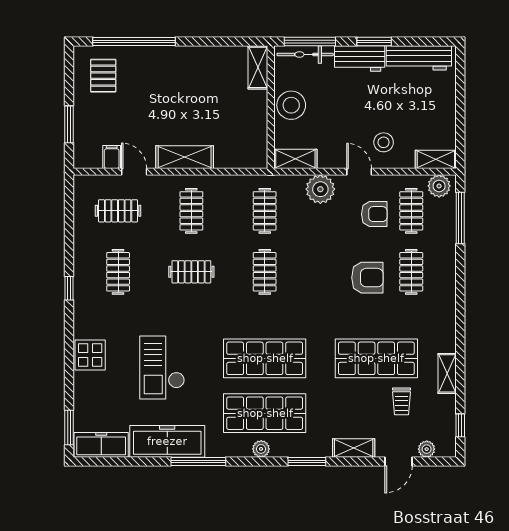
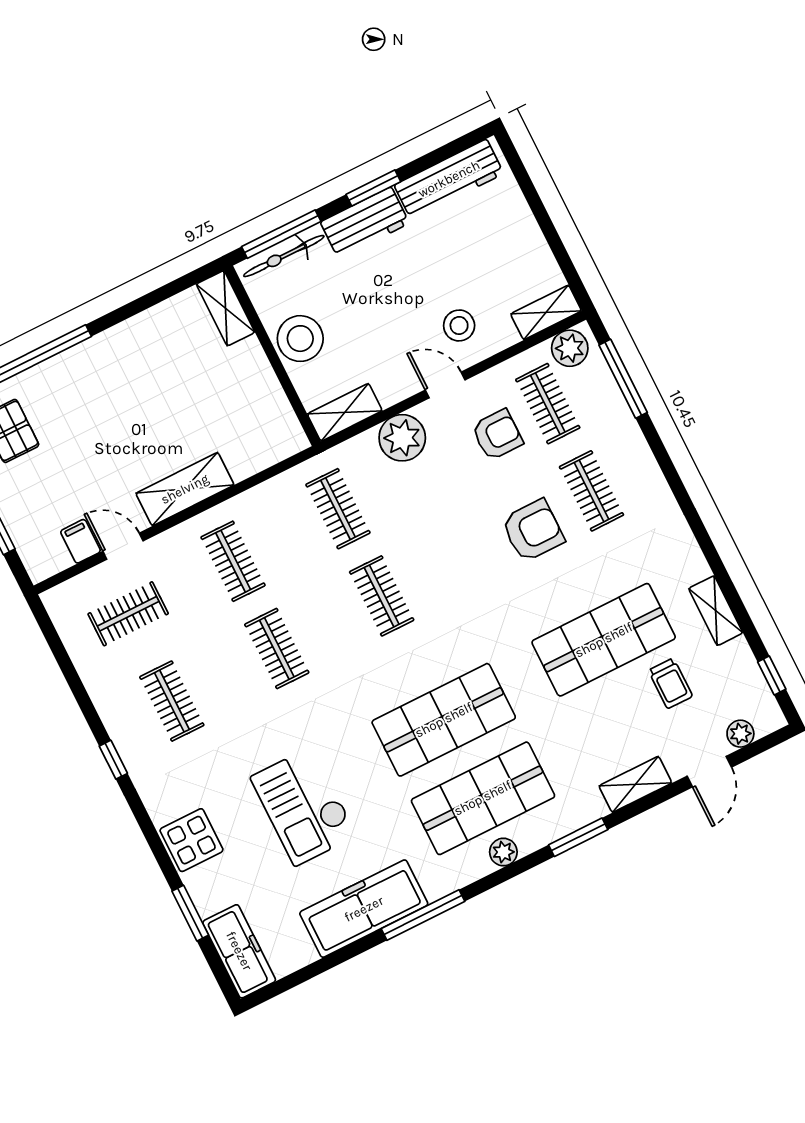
clothes rail: (191, 272) -> (277, 648), turned 90
window: (69, 427) -> (190, 913), moved
freezer: (101, 445) -> (239, 951), moved, turned 90

